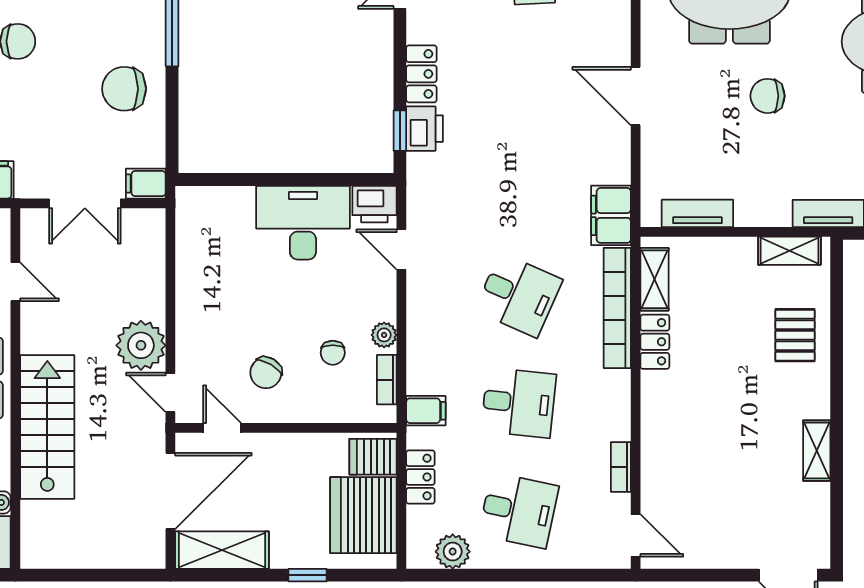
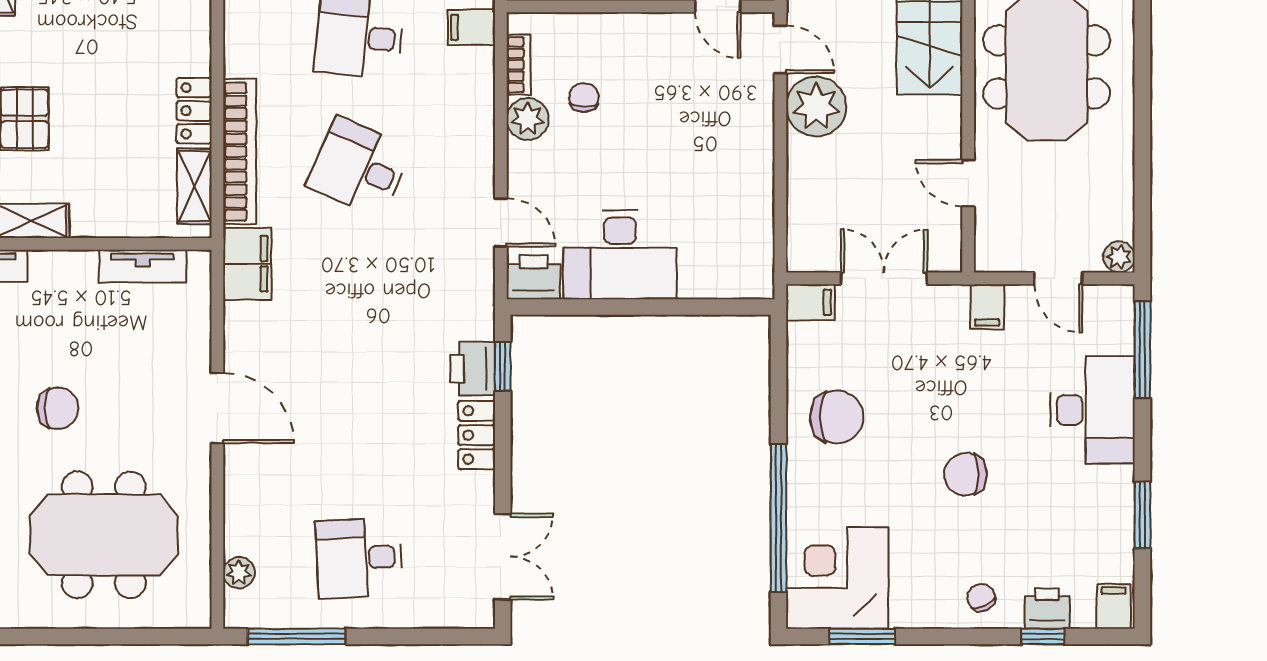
plant: (384, 335) -> (528, 119), width x1.38, depth x1.38
chair: (266, 373) -> (665, 73), removed

